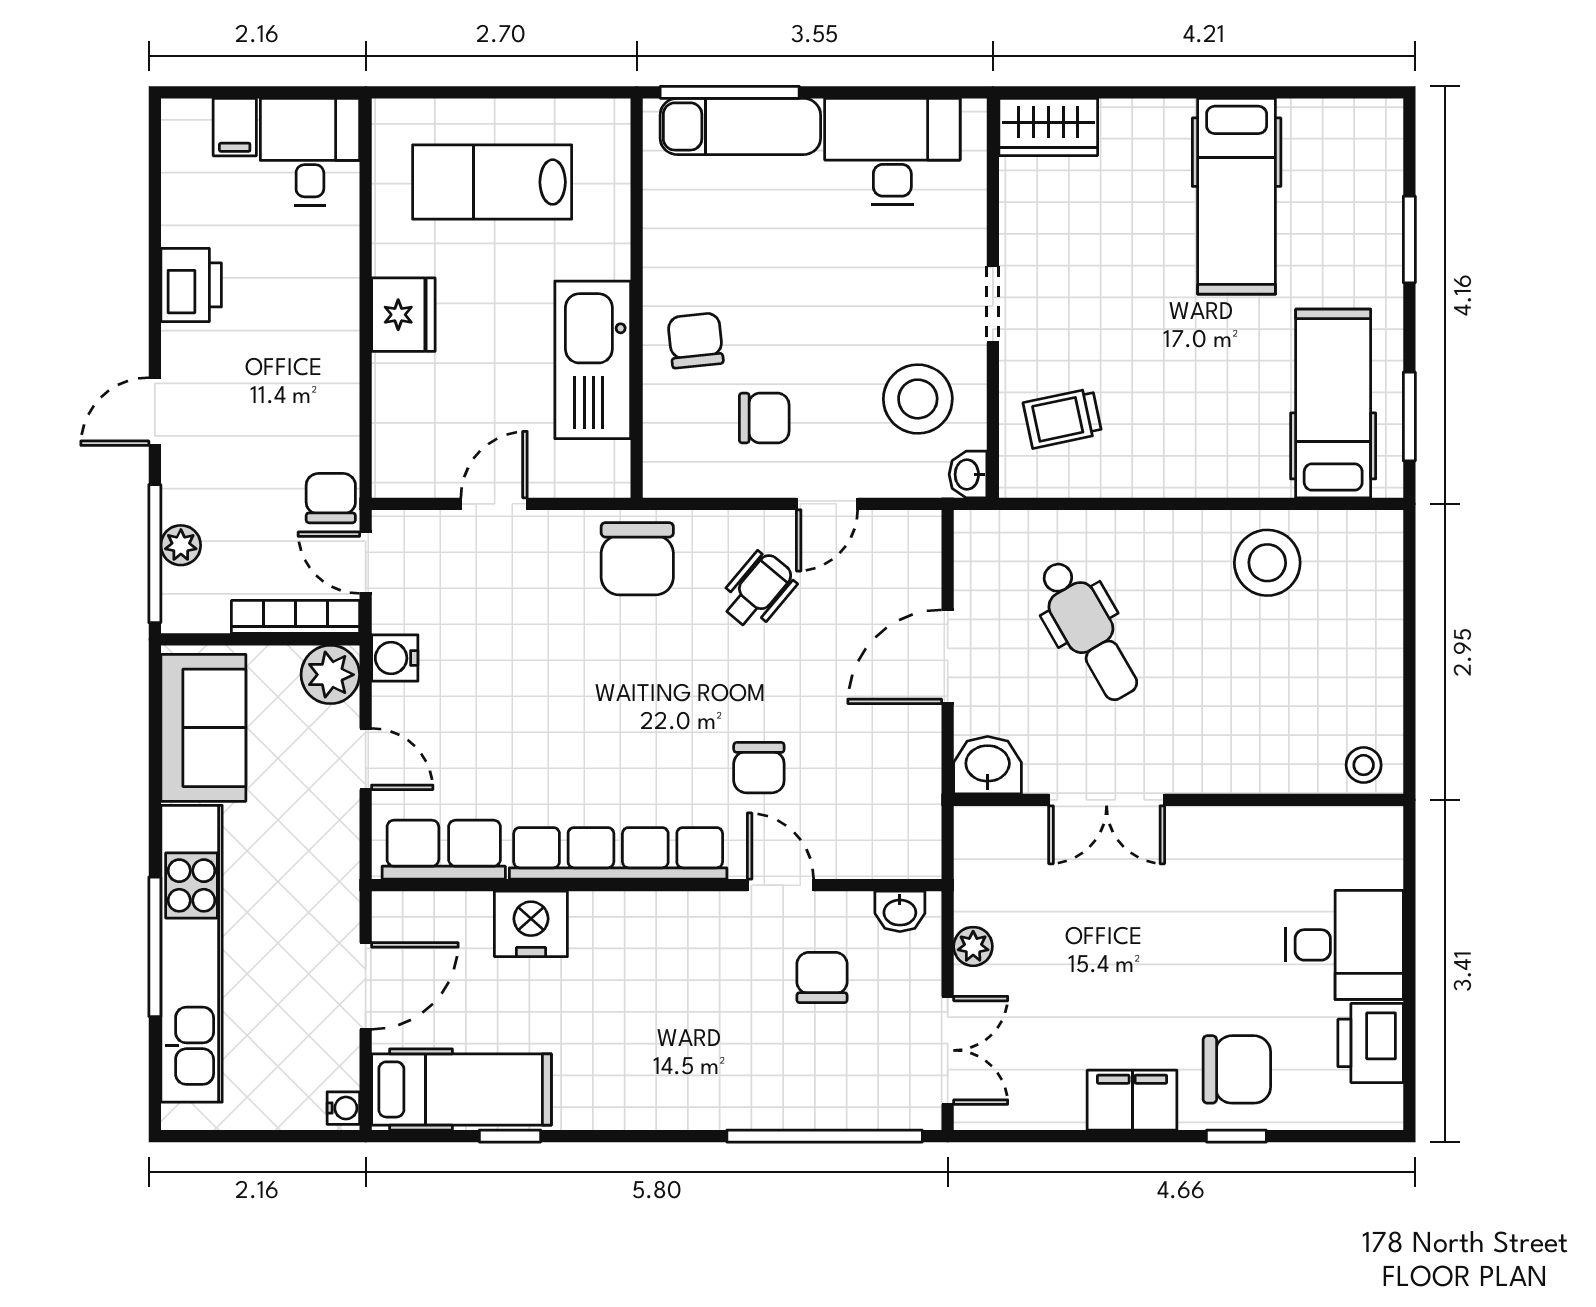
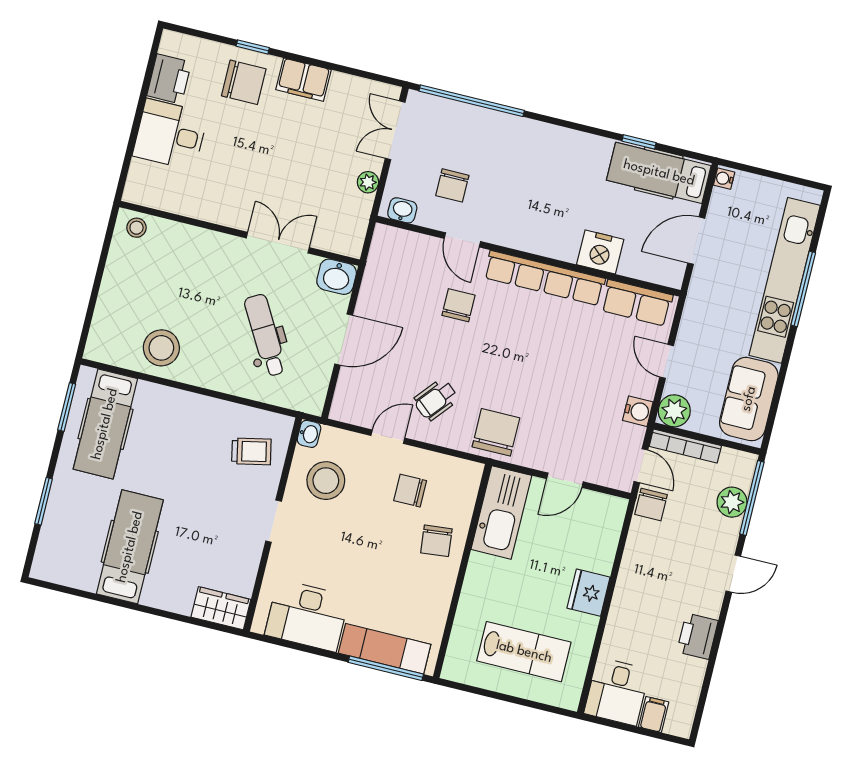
kitchen sink: (593, 360) -> (501, 512), moved
plant: (181, 545) -> (732, 502), width x1.38, depth x1.38
chair: (1237, 1069) -> (244, 82), turned 180

